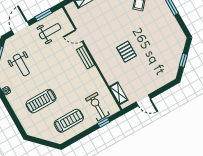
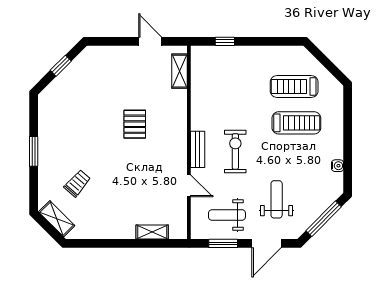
weight bench: (21, 65) -> (277, 199), moved
exercise bike: (97, 107) -> (235, 152), moved, turned 180
treadmill: (69, 121) -> (294, 86), moved

